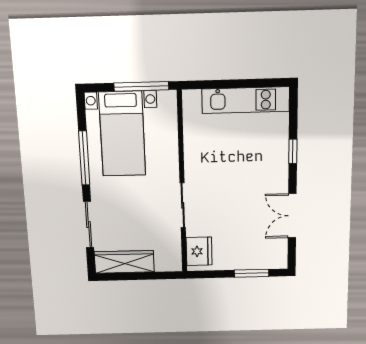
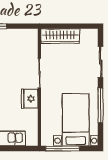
fridge: (199, 251) -> (30, 99), moved
wardrobe: (124, 262) -> (60, 36), moved

